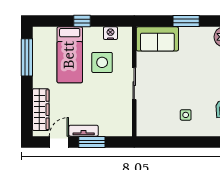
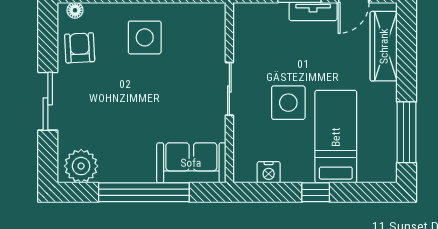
window: (186, 21) -> (144, 192), width x2.11
side table: (102, 62) -> (288, 103), moved
side table: (186, 115) -> (145, 37), width x1.87, depth x1.87

